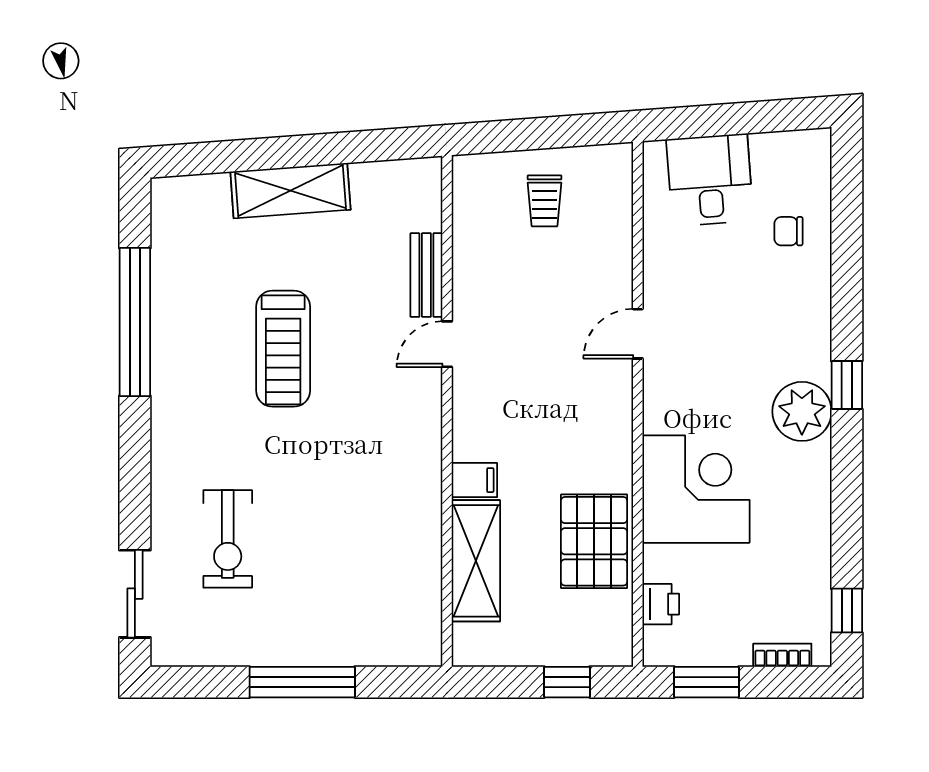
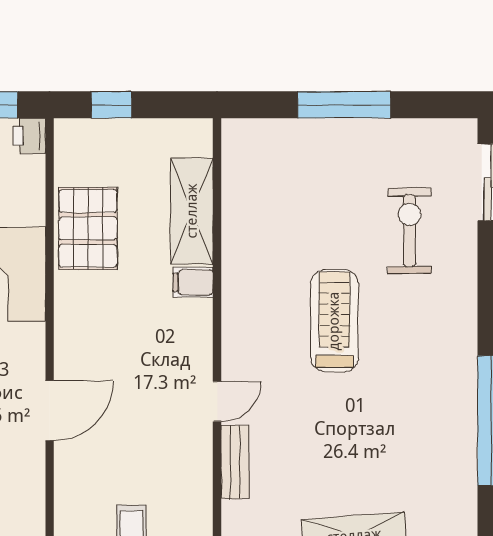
door: (638, 334) -> (50, 411), width x1.38
treadmill: (283, 349) -> (334, 321), moved
printer: (661, 604) -> (29, 136), moved

